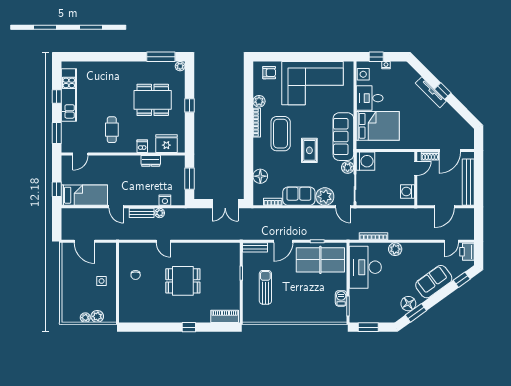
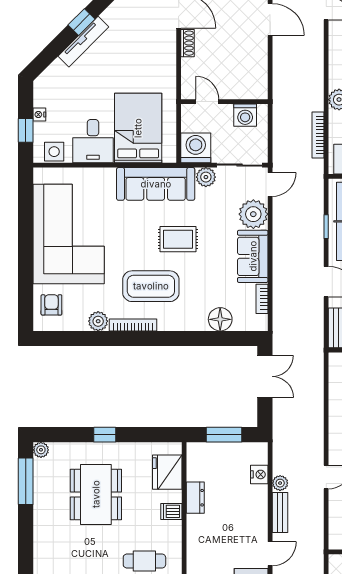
door: (416, 168) -> (207, 102), moved
wall: (416, 179) -> (224, 102), moved
washing machine: (407, 192) -> (245, 115), moved

